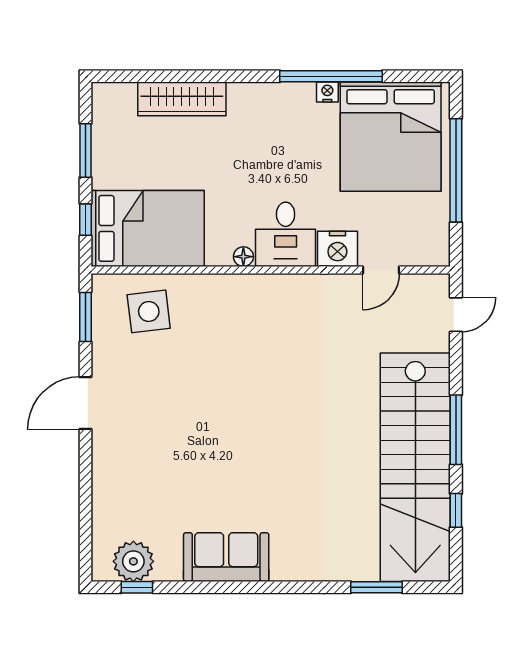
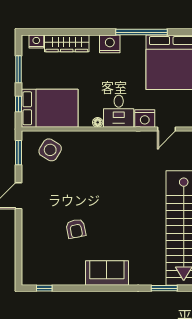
nightstand: (327, 92) -> (110, 44), moved, width x1.89, depth x1.79
nightstand: (121, 95) -> (36, 42), added
side table: (149, 311) -> (50, 150), turned 38
armchair: (200, 469) -> (76, 229), added
sofa: (226, 557) -> (107, 273), moved
plant: (133, 561) -> (42, 275), removed

